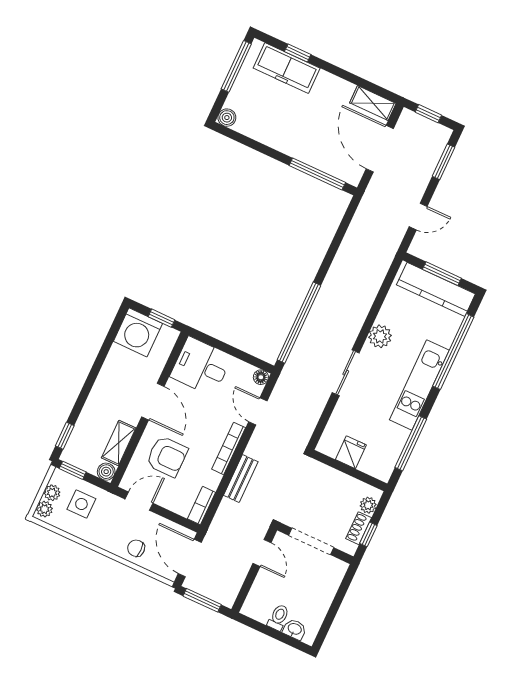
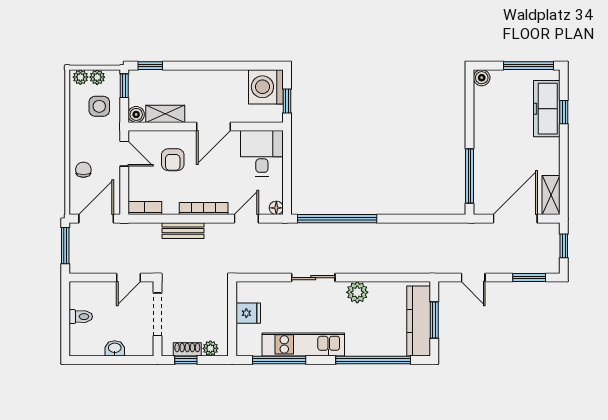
kitchen unit: (419, 385) -> (303, 344), moved
armchair: (167, 456) -> (173, 160), width x0.72, depth x0.72
washbasin: (295, 629) -> (115, 348), moved, turned -90

